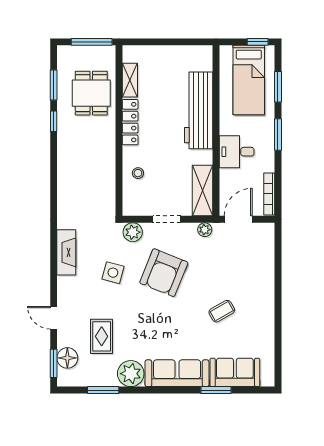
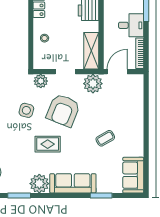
desk: (237, 152) -> (131, 25), moved, turned 180
plant: (205, 230) -> (93, 84), width x1.88, depth x1.88
rug: (102, 336) -> (48, 144), moved, turned 90
sofa: (235, 372) -> (133, 175), moved, turned -90

